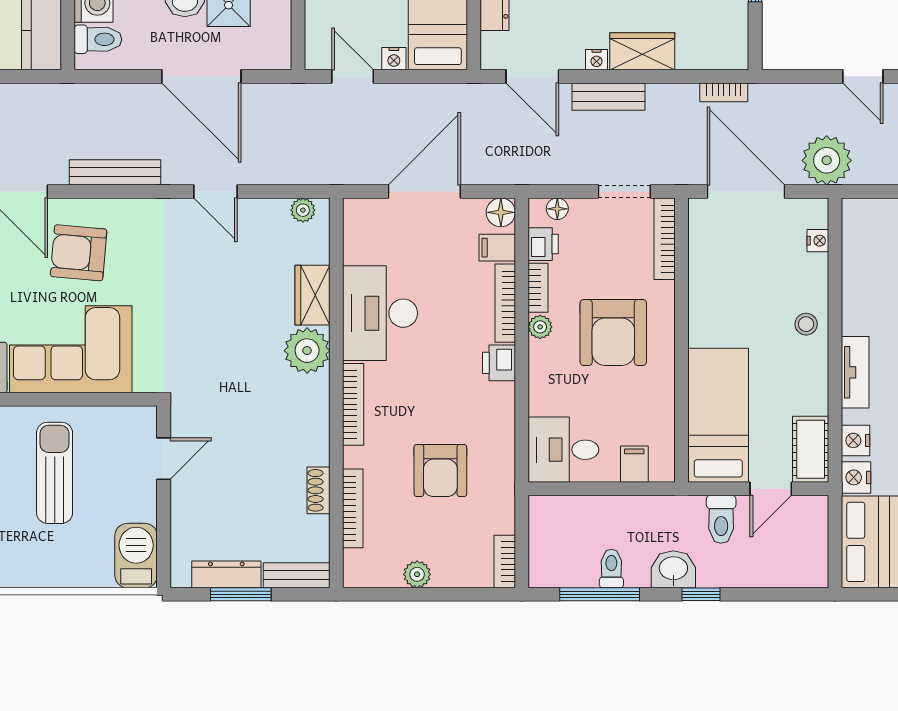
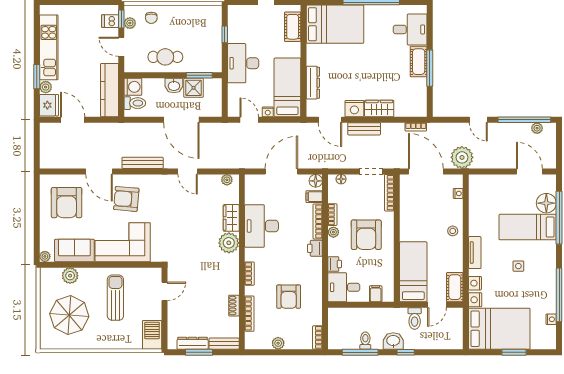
nightstand: (597, 60) -> (354, 109), width x1.89, depth x1.79
printer: (543, 244) -> (335, 264), moved
bookcase: (353, 404) -> (249, 274), width x0.64

